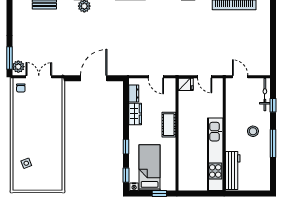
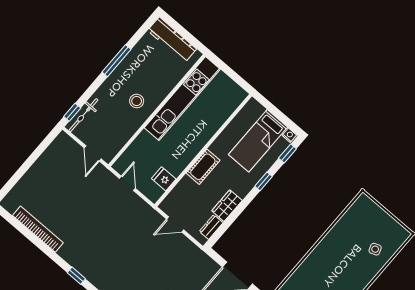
door: (156, 77) -> (175, 225), swing flipped
fridge: (186, 84) -> (164, 179), moved
window: (273, 105) -> (72, 112), moved
stool: (253, 131) -> (137, 101), moved
workbench: (233, 171) -> (172, 40), moved, turned -90
window: (159, 194) -> (270, 107), removed

